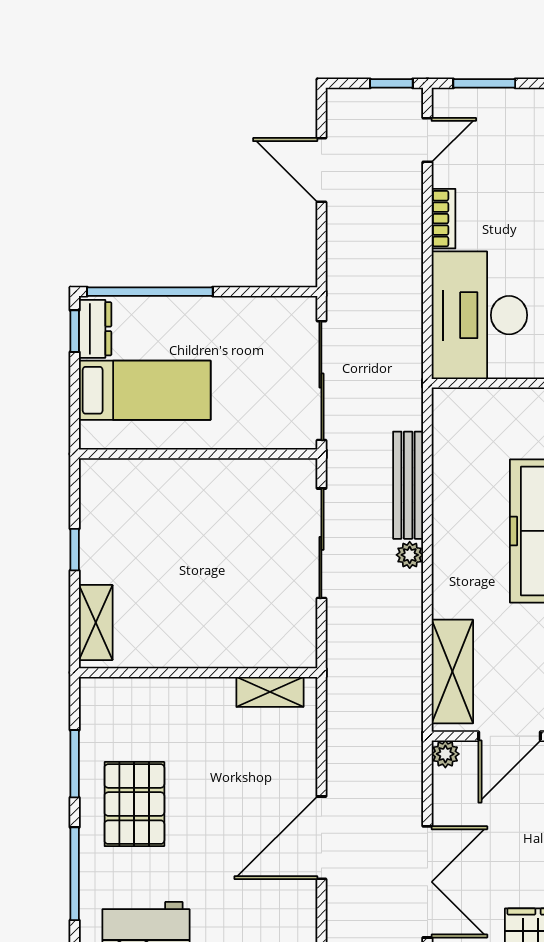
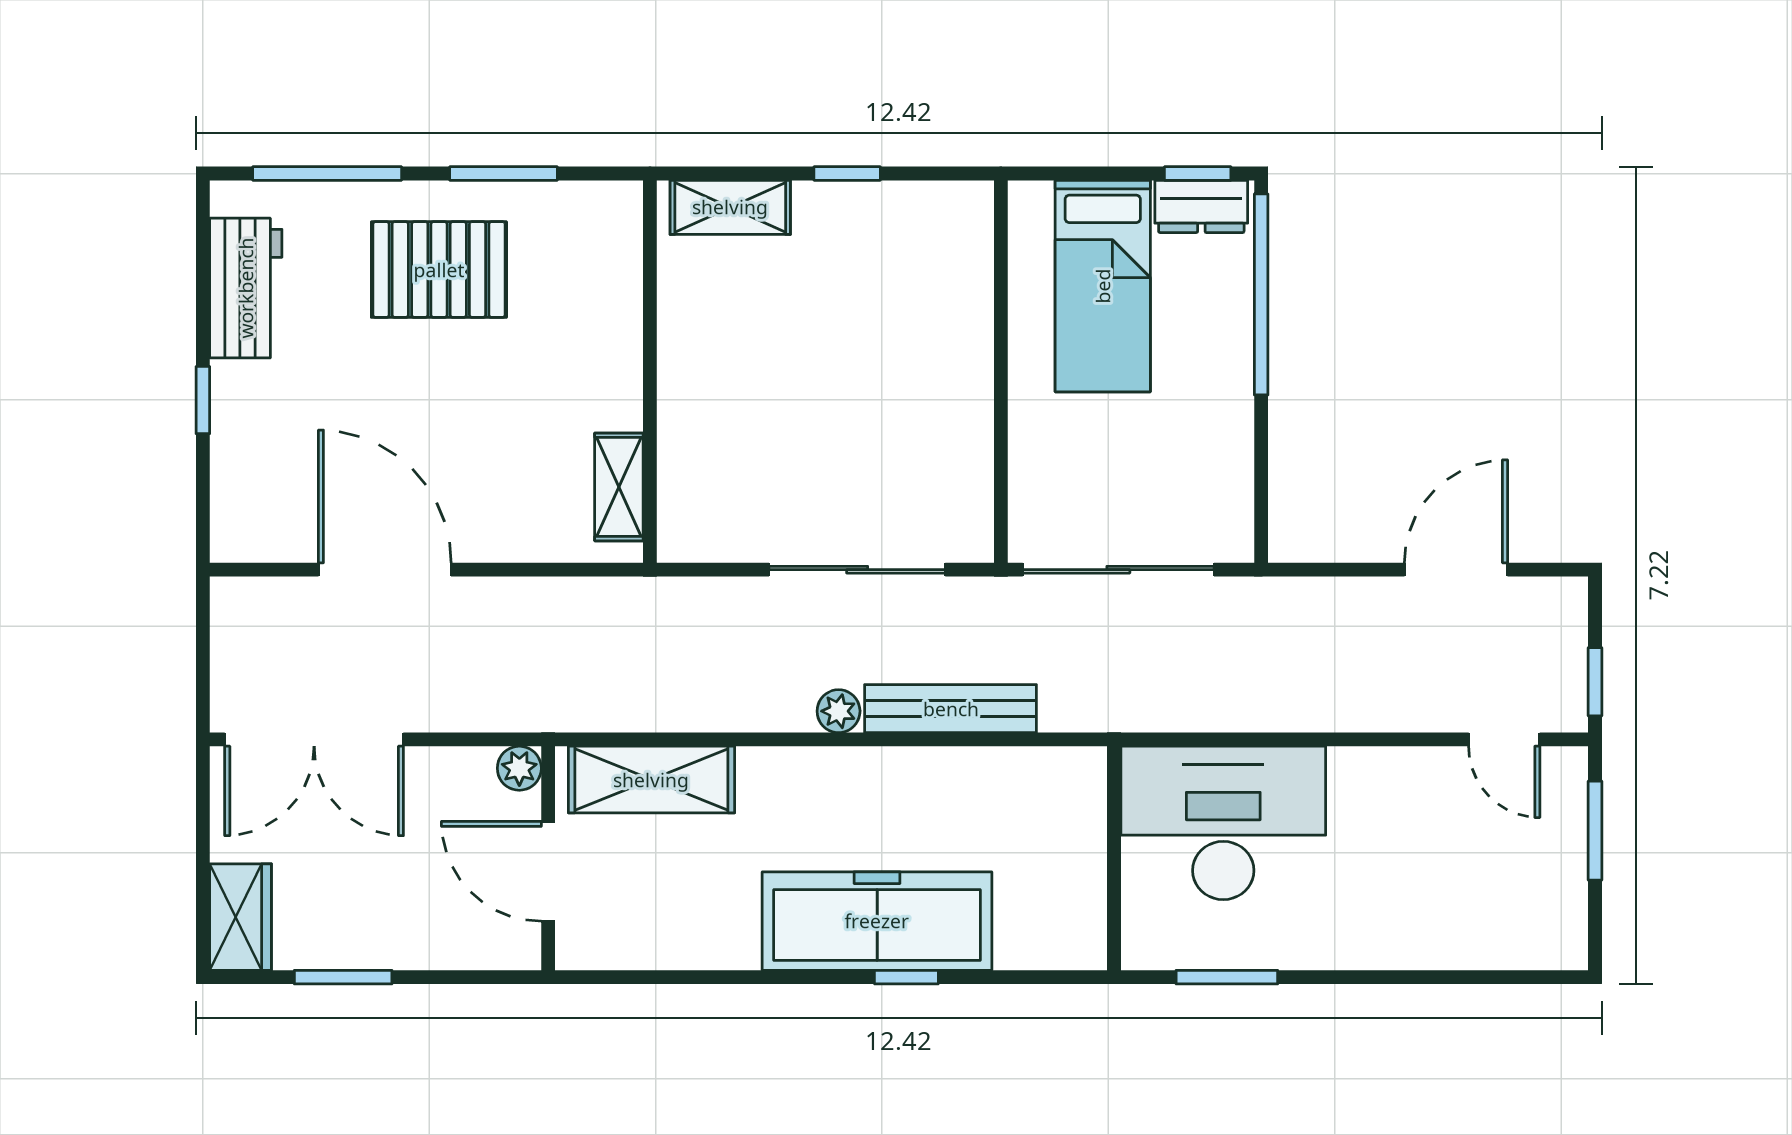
bookcase: (443, 219) -> (1378, 765), removed

